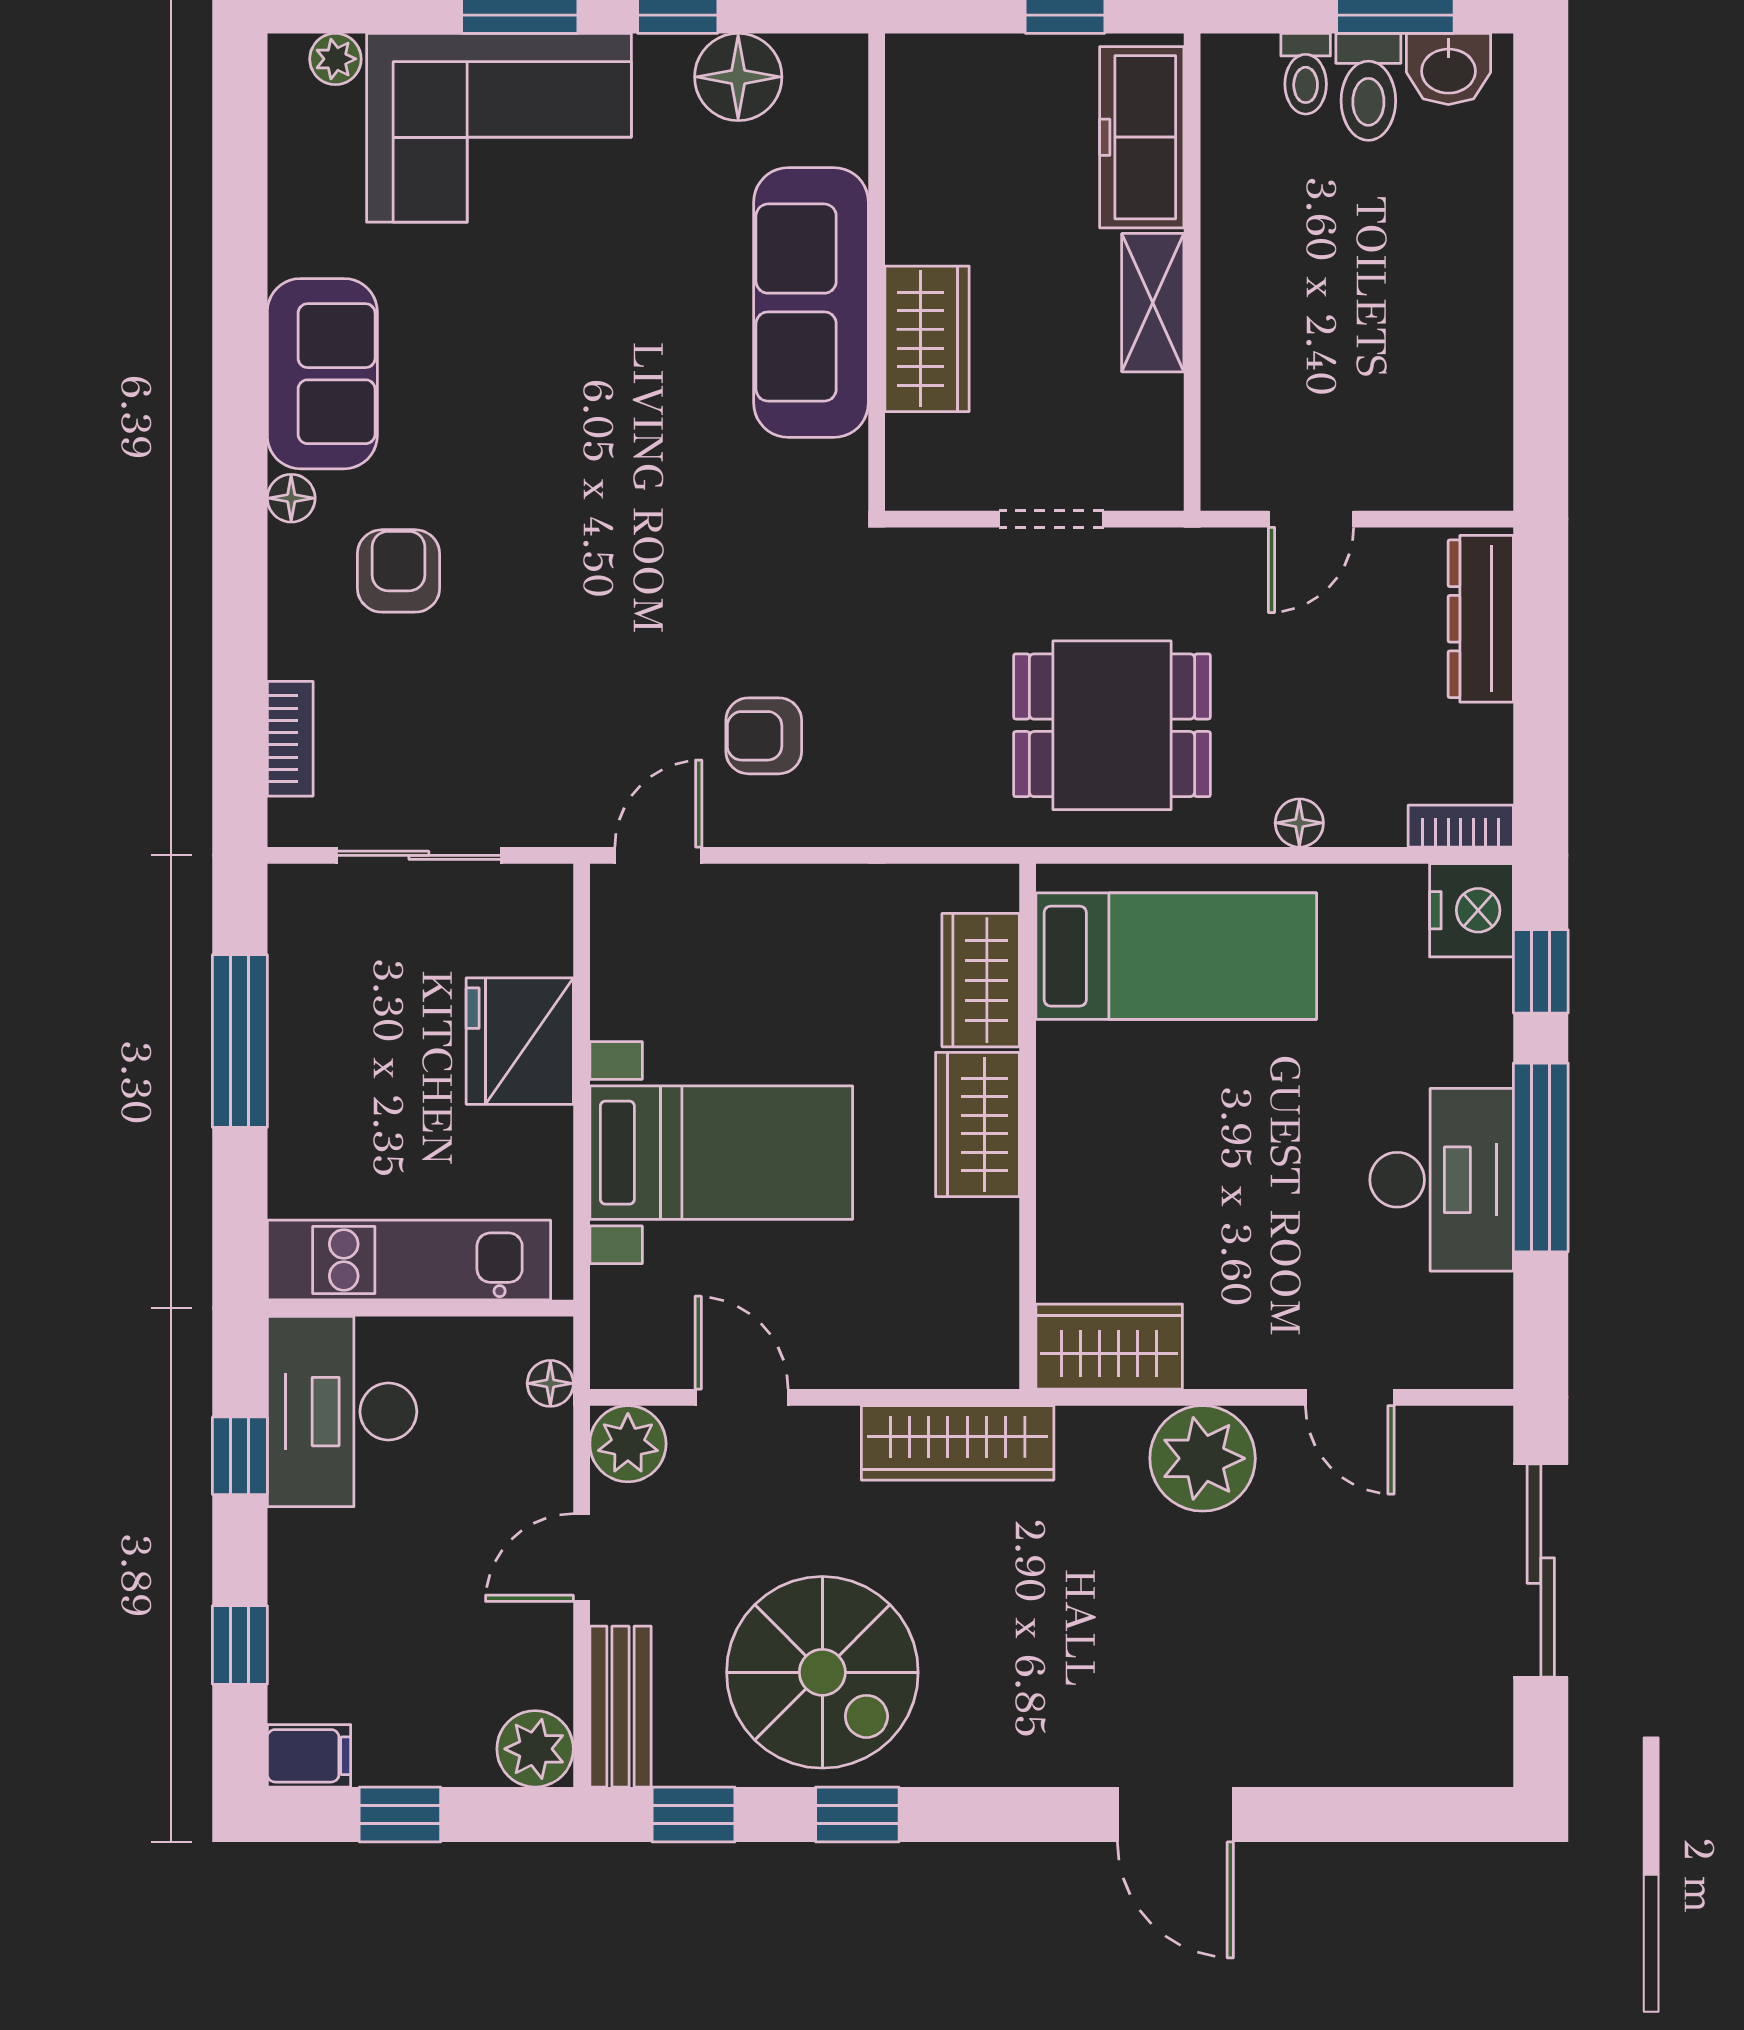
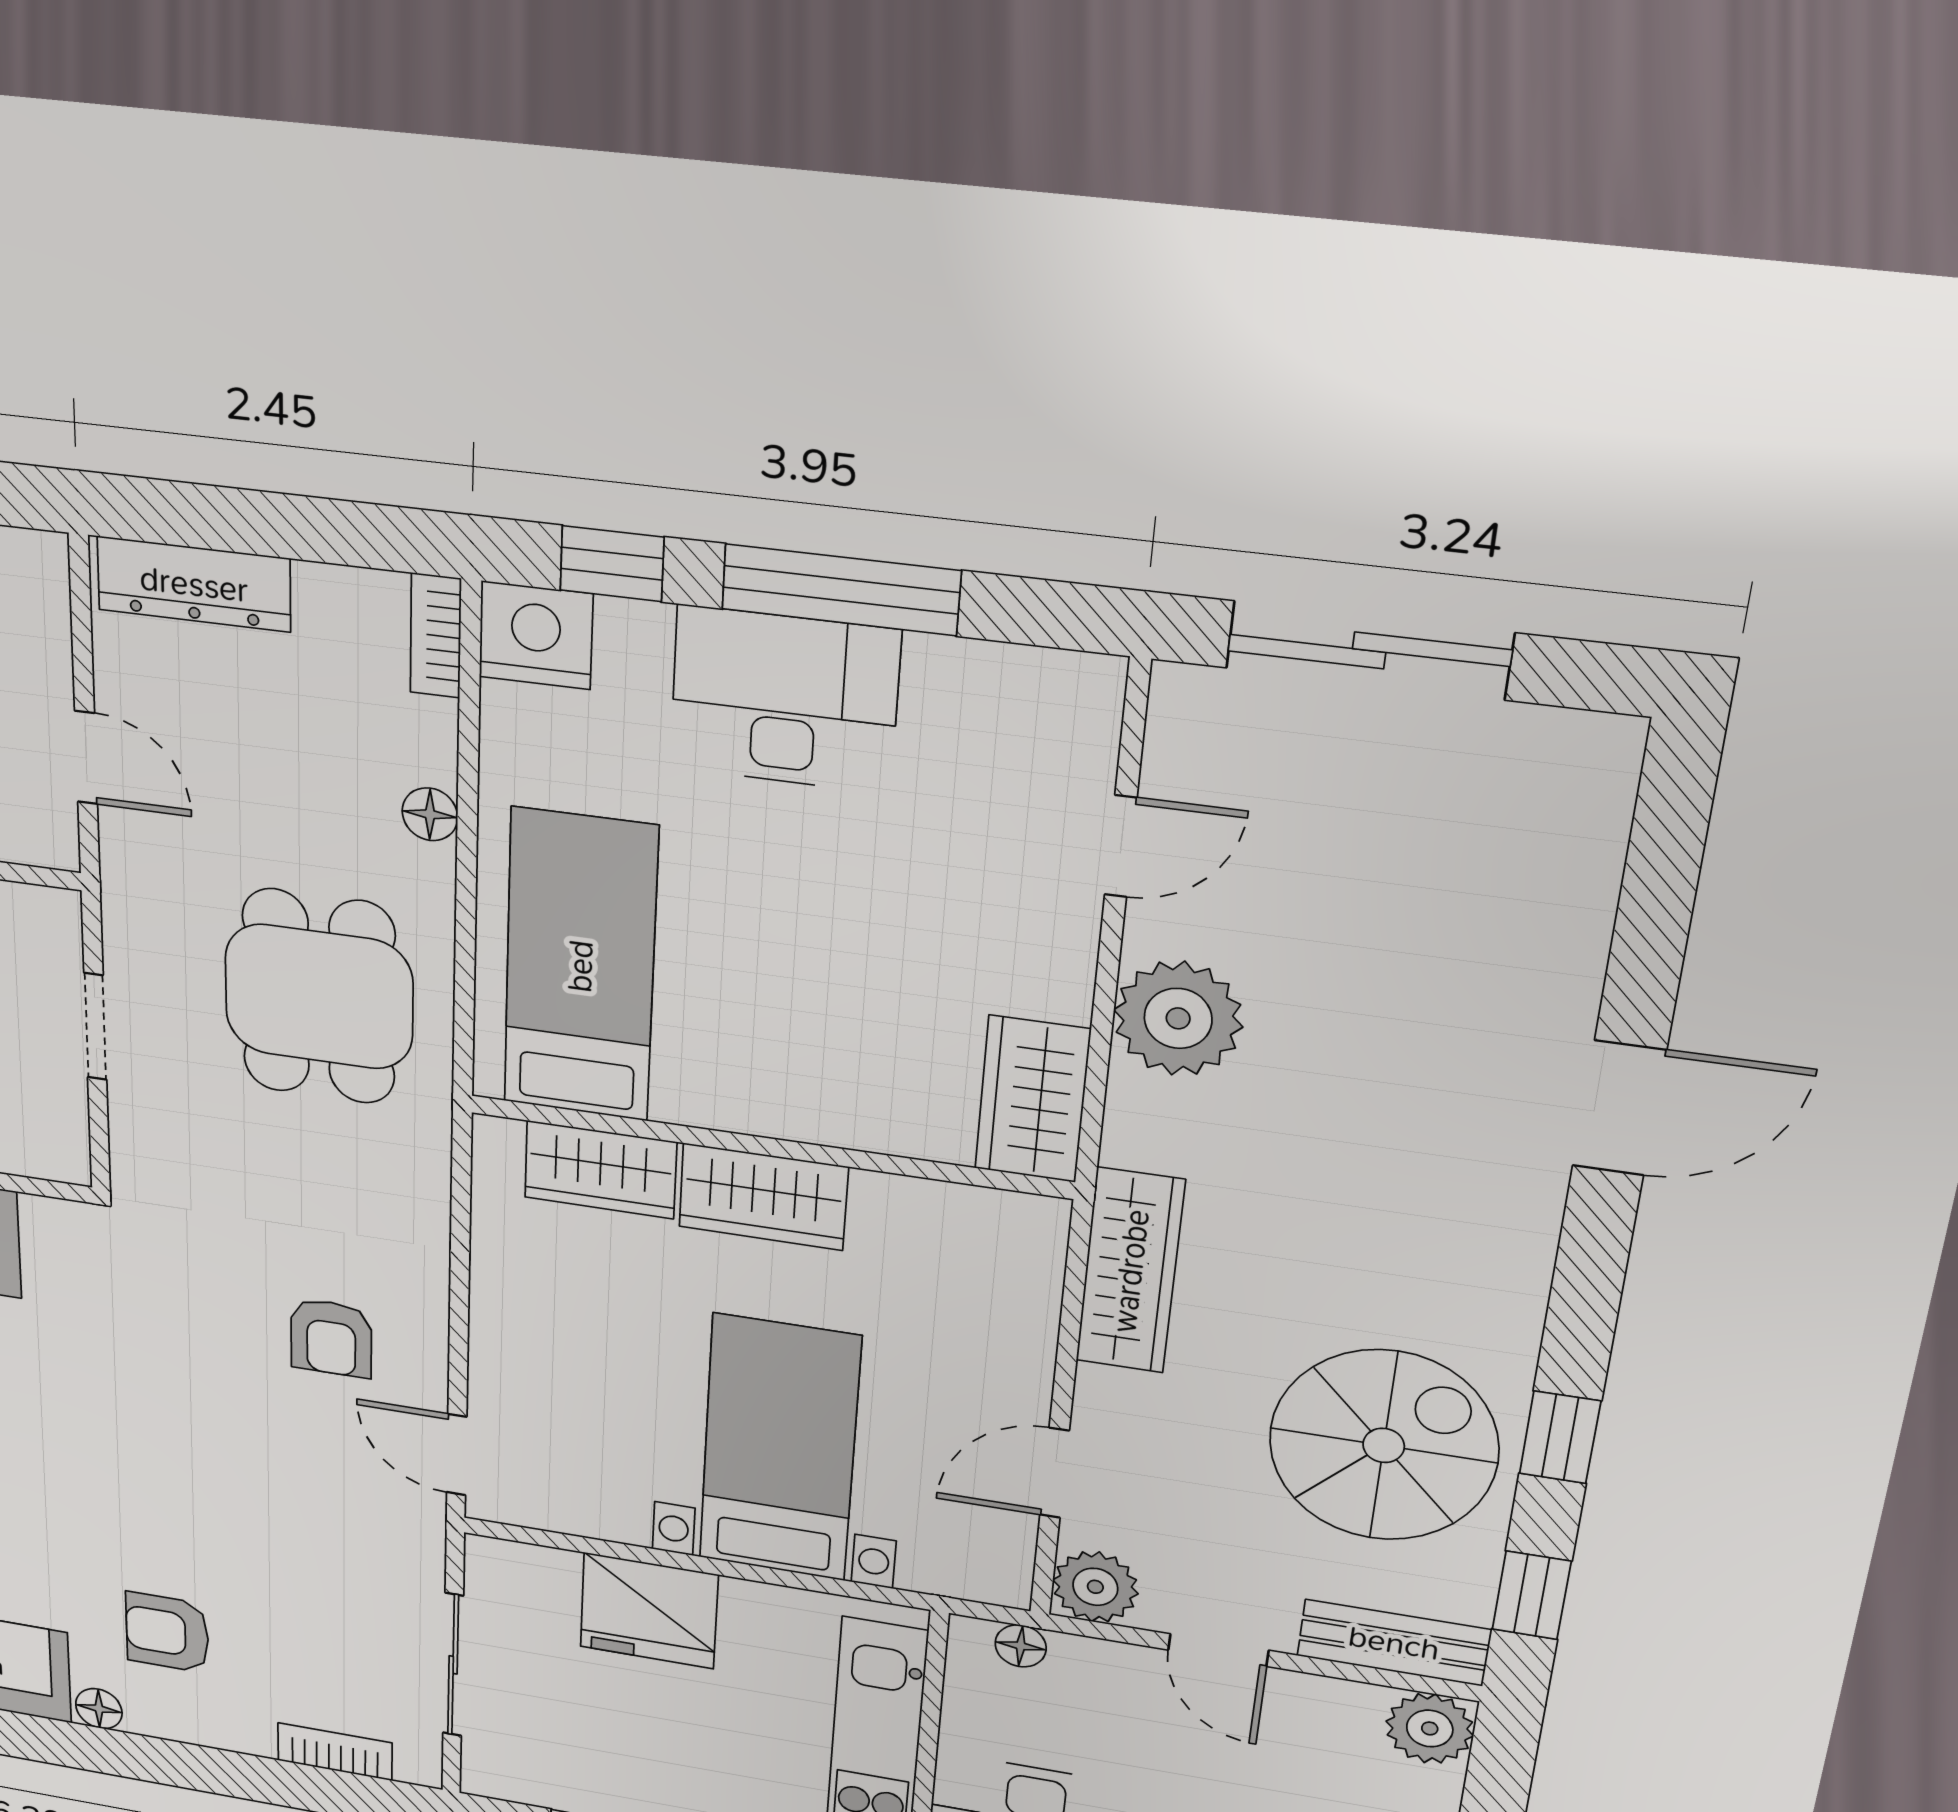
desk: (1442, 1180) -> (784, 699), moved

